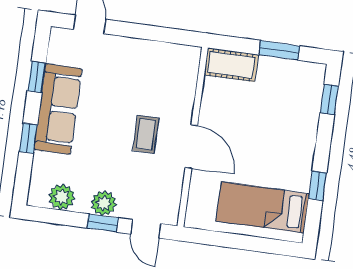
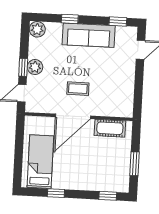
cot: (231, 65) -> (110, 128), moved, turned 90
window: (37, 77) -> (118, 21), moved
door: (191, 146) -> (73, 116), width x1.36
plant: (62, 197) -> (37, 29), moved

